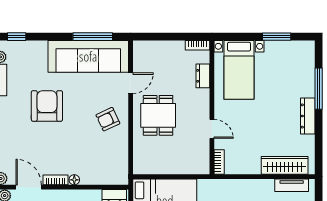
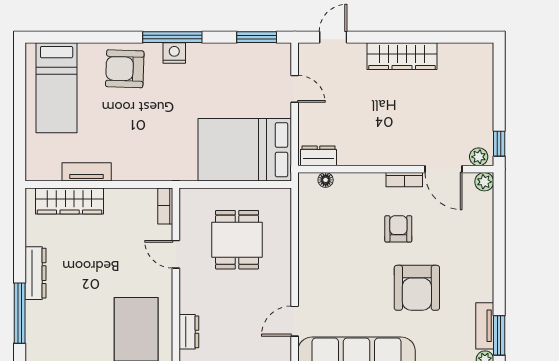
dining table: (158, 115) -> (237, 240), moved
armchair: (108, 119) -> (398, 229), moved, turned -65
floor lamp: (74, 180) -> (326, 180), moved
tv unit: (292, 185) -> (87, 172), moved

